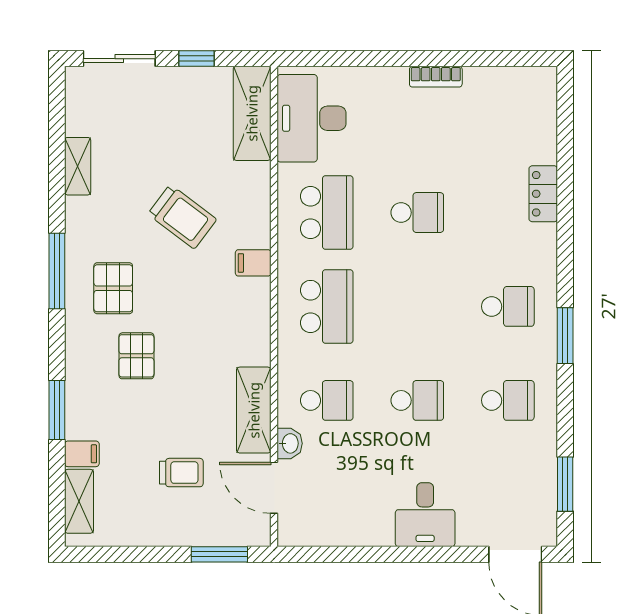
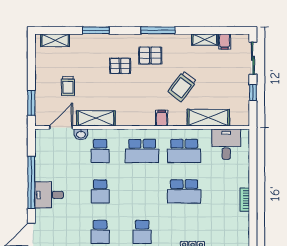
shelving: (252, 113) -> (208, 118), moved
desk: (312, 118) -> (226, 144), width x0.73
school desk: (417, 213) -> (184, 191), width x1.85
filing cabinet: (82, 454) -> (225, 41), moved
window: (397, 554) -> (31, 182), added

